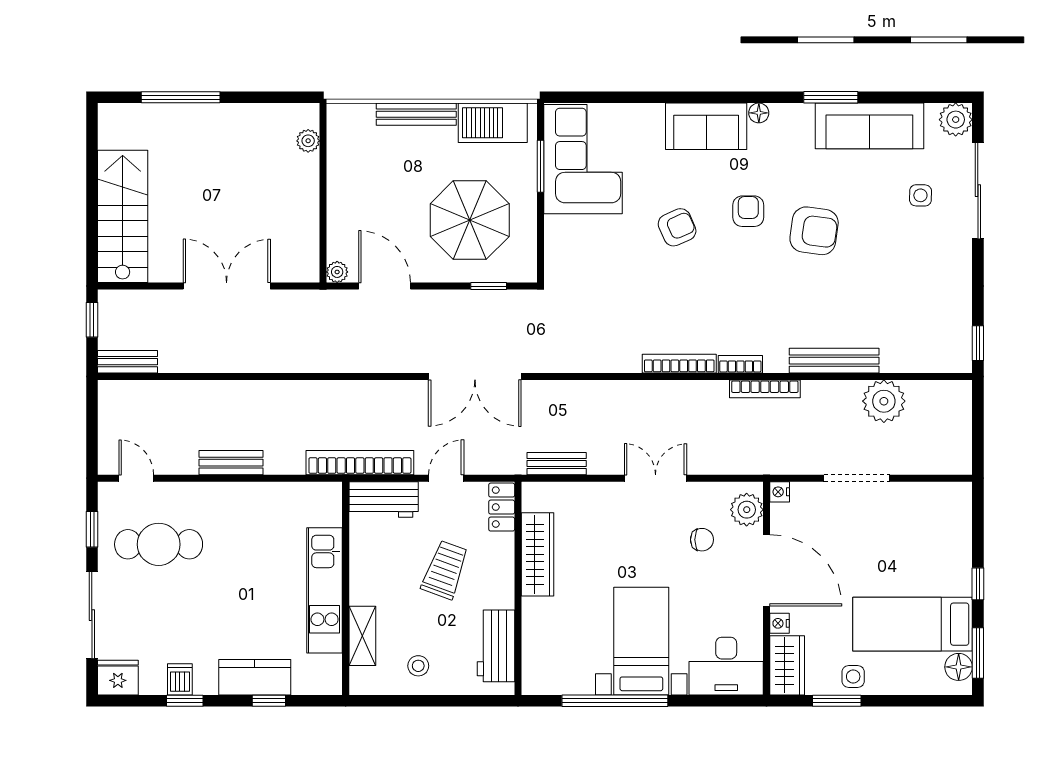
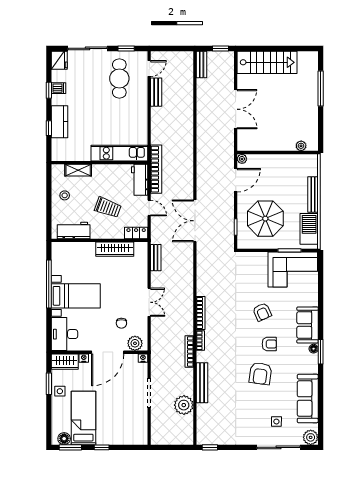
window: (831, 97) -> (321, 352), moved
bench: (231, 463) -> (156, 92), moved
kitchen unit: (325, 590) -> (119, 153), moved

